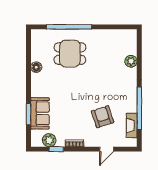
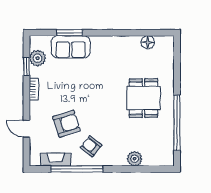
window: (69, 27) -> (177, 123), moved
dining table: (70, 54) -> (144, 98), moved
floor lamp: (36, 67) -> (148, 42), moved
armchair: (121, 97) -> (91, 146), added

